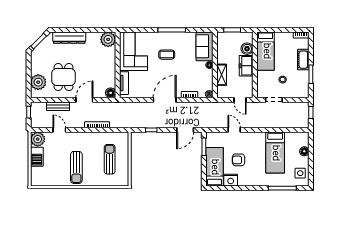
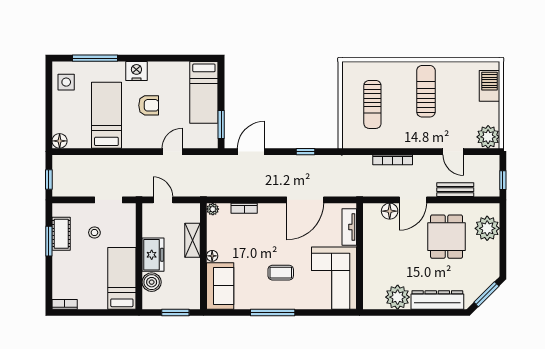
plant: (108, 39) -> (398, 297), moved
cot: (303, 60) -> (61, 234), moved
floor lamp: (111, 93) -> (390, 211), moved
door: (165, 100) -> (305, 200), moved
door: (234, 130) -> (172, 152), swing flipped
floor lamp: (304, 151) -> (60, 141), moved
barbecue: (37, 157) -> (489, 86), moved
armchair: (239, 160) -> (149, 105), moved
nightstand: (231, 180) -> (136, 71), moved

